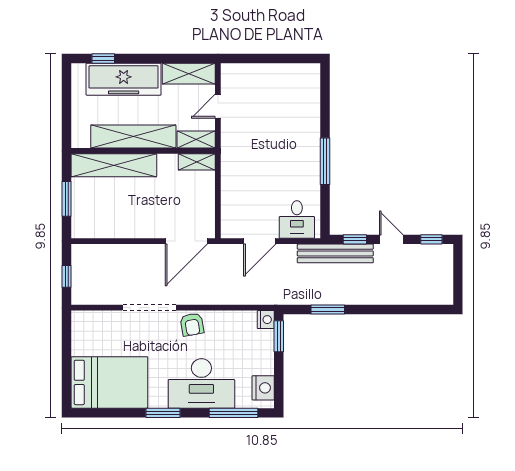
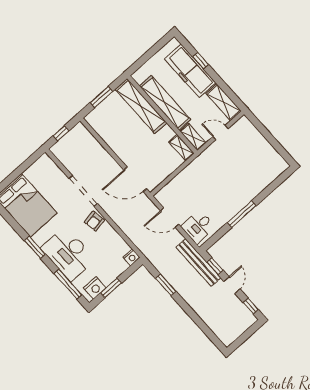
window: (103, 59) -> (201, 61), moved
window: (279, 336) -> (111, 288), moved

